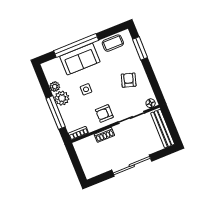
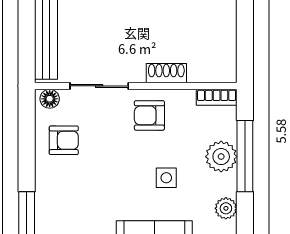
armchair: (129, 80) -> (64, 140), moved, turned -107
plant: (62, 98) -> (221, 157), moved
armchair: (104, 113) -> (149, 115), turned 180

